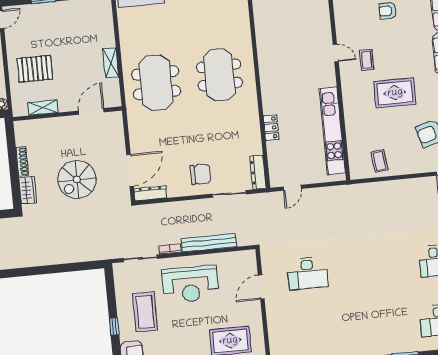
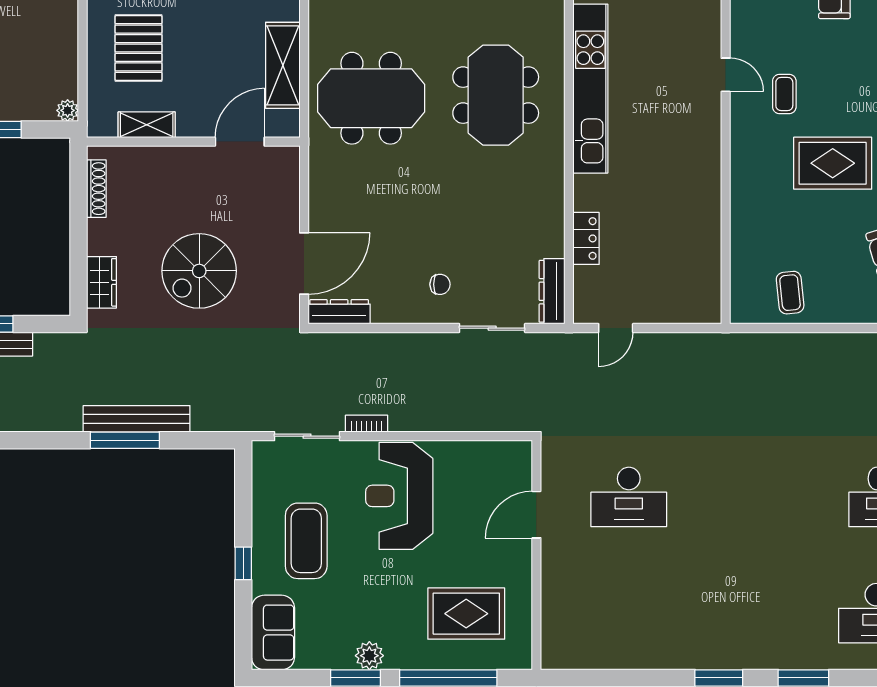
shelving: (111, 63) -> (283, 65), width x1.50, depth x1.33
pallet: (35, 69) -> (139, 48), turned 90
meeting table: (156, 83) -> (371, 98), turned 90
locker: (271, 128) -> (586, 238), moved
kitchen unit: (332, 131) -> (590, 89), moved, turned 180
shoe rack: (22, 161) -> (96, 189), moved
chair: (200, 174) -> (440, 284), width x0.54, depth x0.54
bench: (209, 243) -> (137, 419), moved
window: (47, 270) -> (125, 440), added
reception desk: (190, 284) -> (399, 496), turned 90

